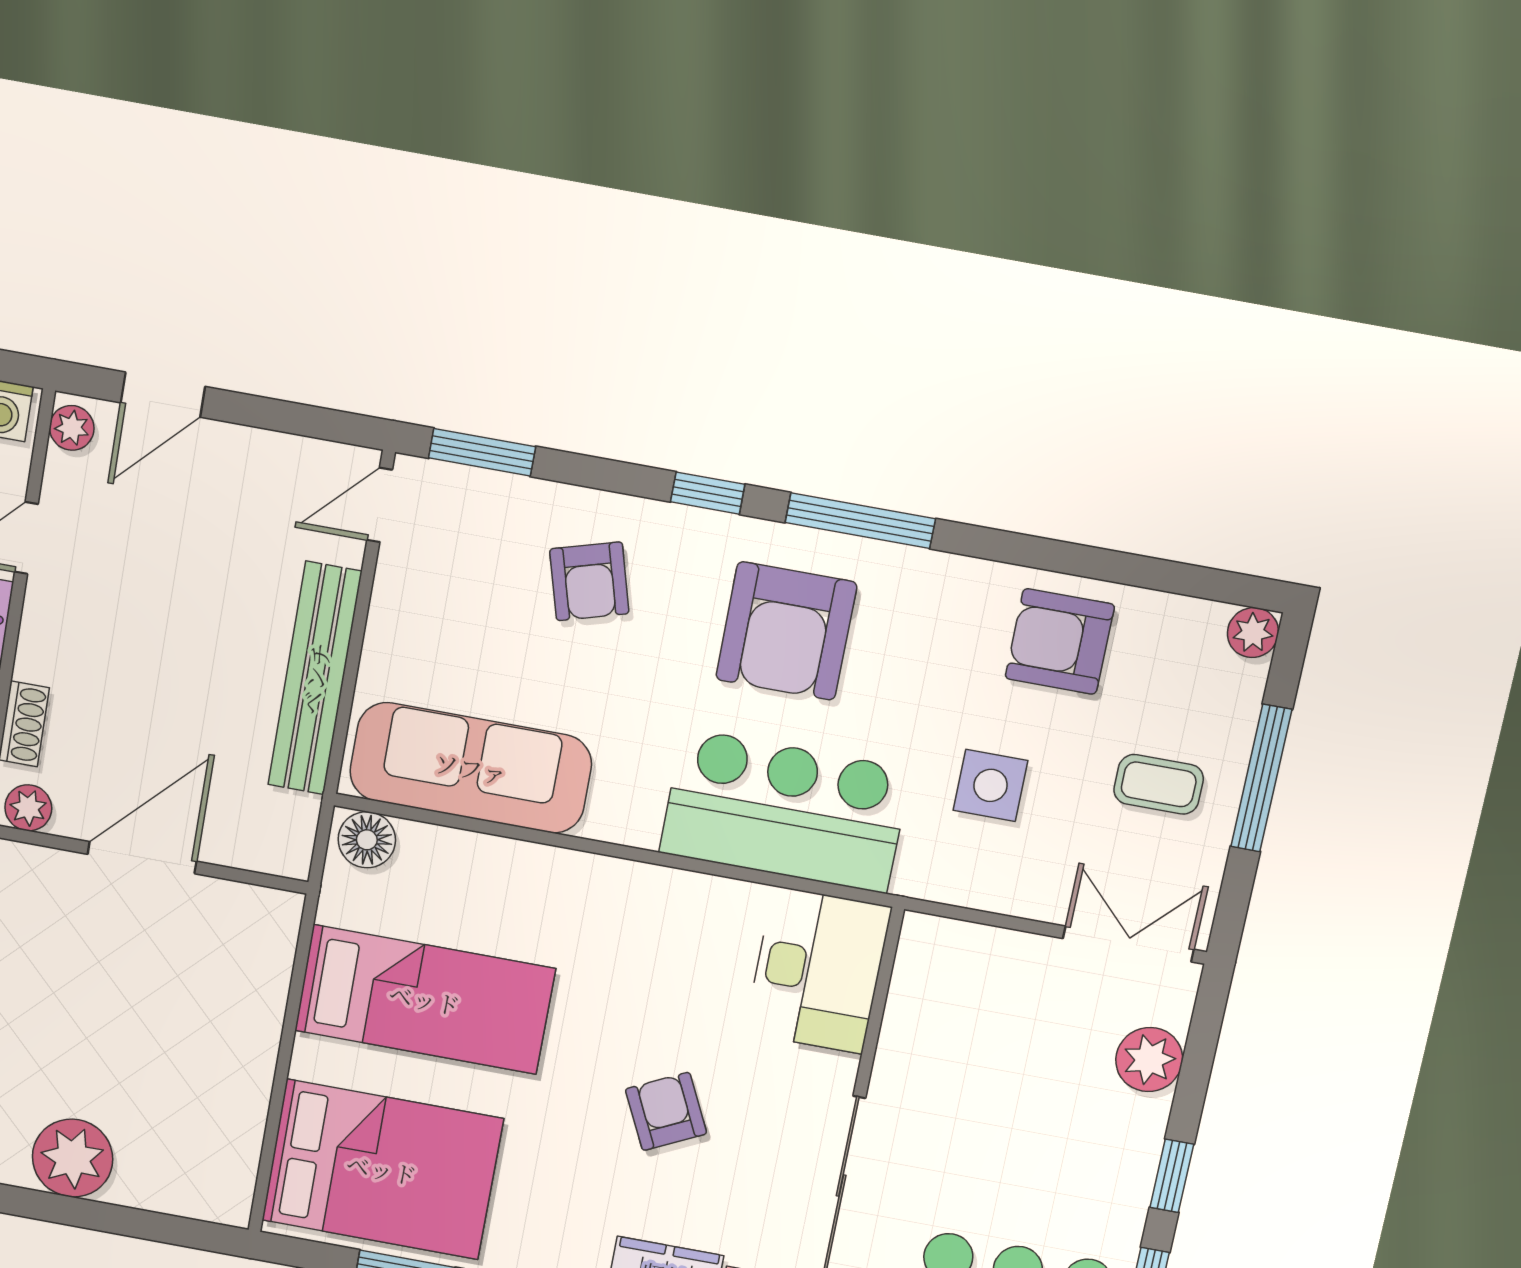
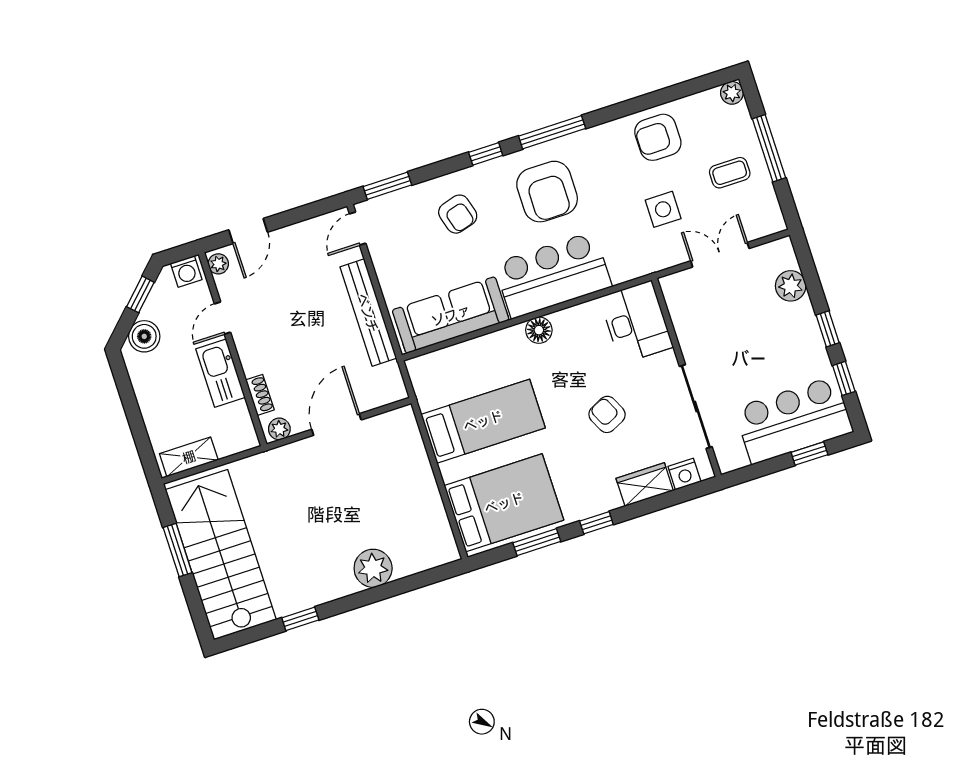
bar counter: (785, 811) -> (553, 275), moved
floor lamp: (367, 840) -> (539, 330), moved
double door: (1128, 944) -> (720, 255), moved

